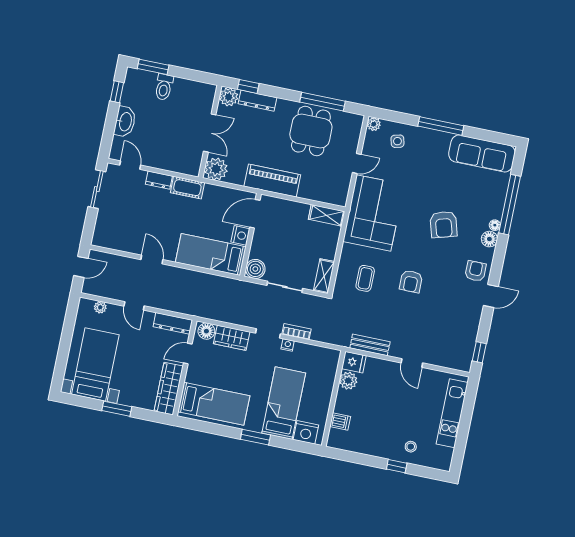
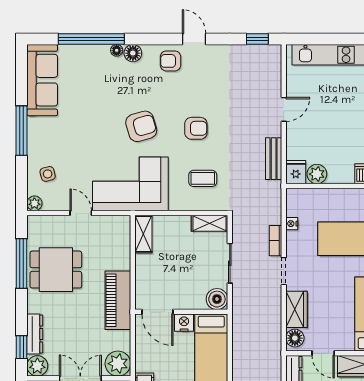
armchair: (444, 224) -> (141, 126), moved
nightstand: (288, 345) -> (292, 224), moved

